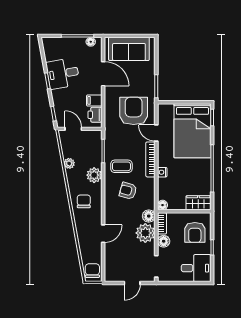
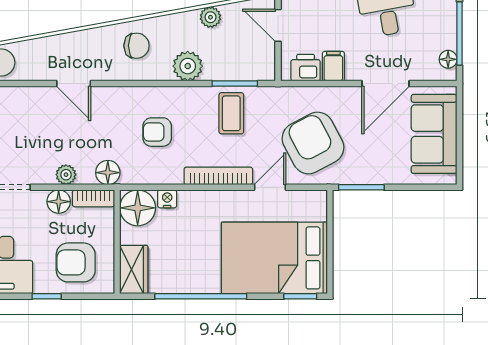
armchair: (134, 111) -> (313, 143), turned -118
door: (73, 129) -> (278, 25), swing flipped
coffee table: (121, 166) -> (231, 113), moved
nightstand: (162, 172) -> (167, 199), moved
armchair: (128, 191) -> (157, 132), turned -106
floor lamp: (163, 205) -> (138, 208), width x1.89, depth x1.89
plant: (145, 233) -> (66, 175), width x0.53, depth x0.53

